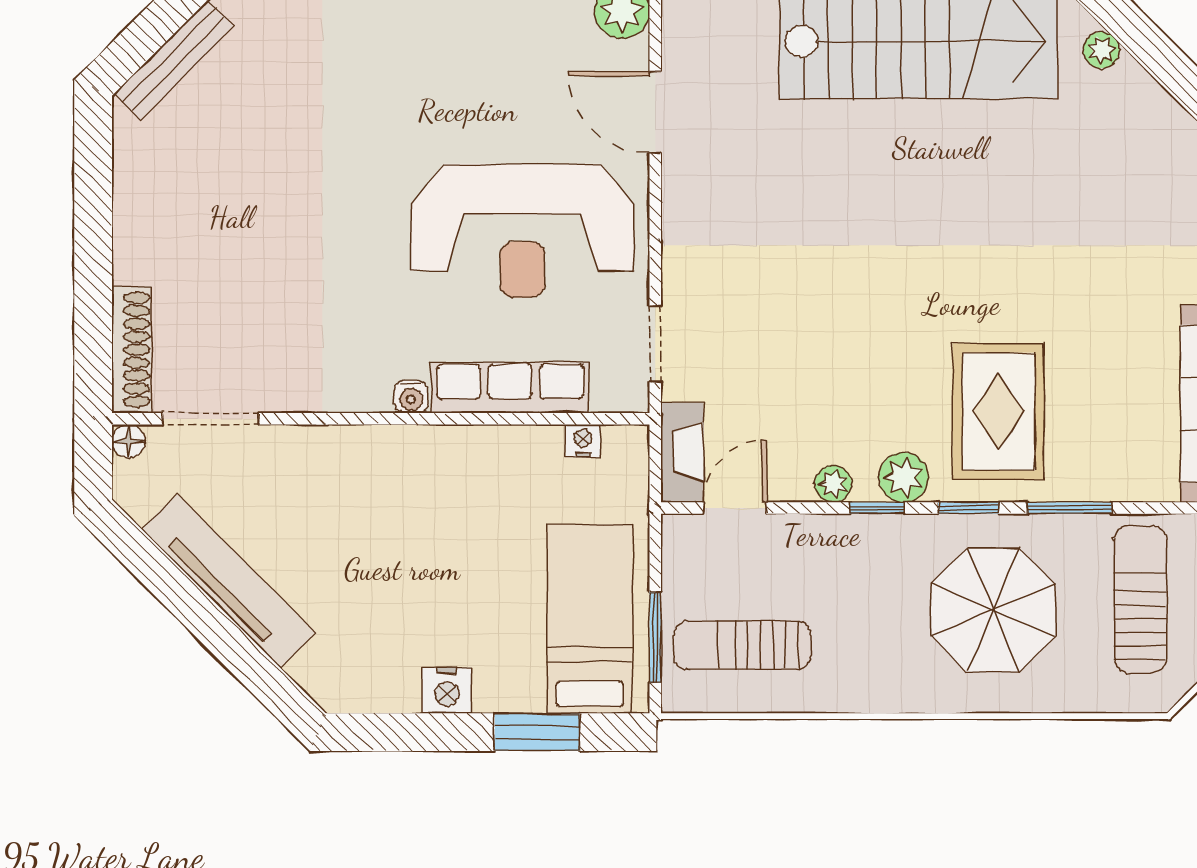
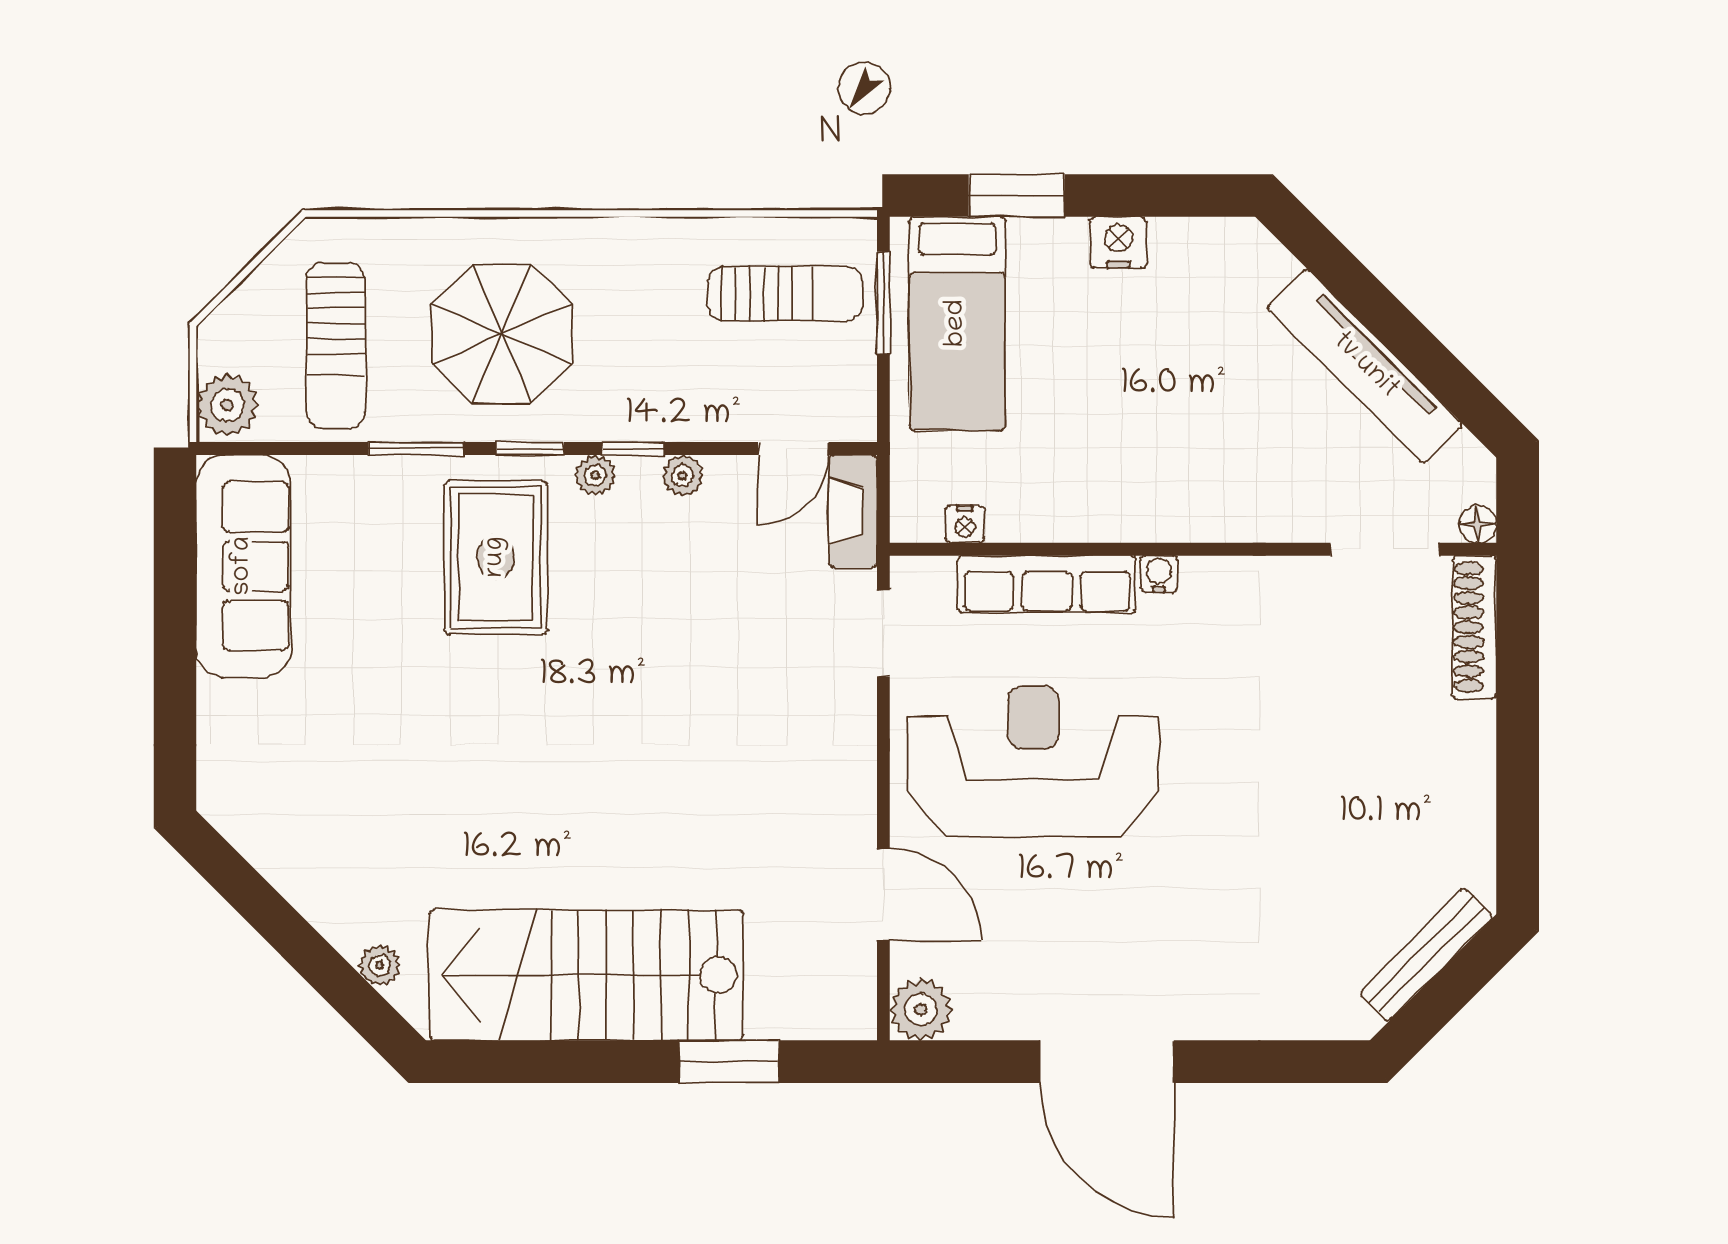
plant: (904, 477) -> (595, 475), width x0.73, depth x0.73

